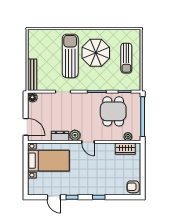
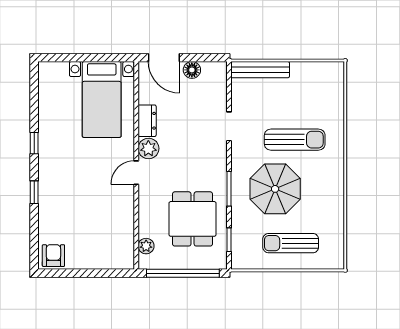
parasol: (96, 53) -> (275, 189), moved
sun lounger: (70, 56) -> (295, 140), width x0.73, depth x0.75
floor lamp: (32, 97) -> (192, 70), moved
dining table: (113, 111) -> (193, 219), turned 90
door: (26, 127) -> (164, 58), hinge flipped
wardrobe: (125, 149) -> (124, 241), removed
door: (54, 197) -> (34, 110), removed

